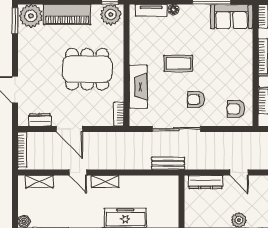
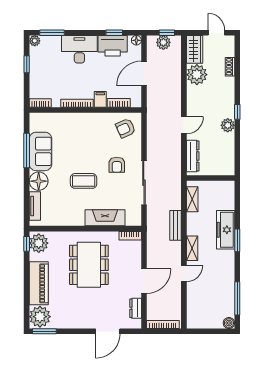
floor lamp: (173, 10) -> (39, 181), width x1.89, depth x1.89
sofa: (232, 16) -> (40, 151), moved
coffee table: (178, 63) -> (84, 181), turned 90
armchair: (236, 109) -> (126, 128), turned 66
bench: (168, 163) -> (175, 225), moved
shelving: (39, 182) -> (192, 199), moved

